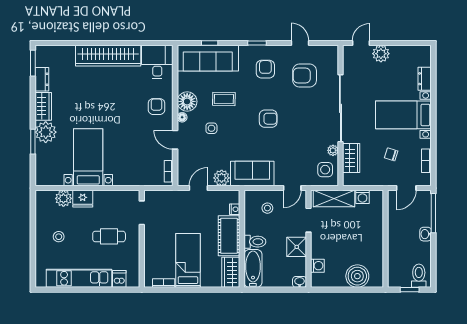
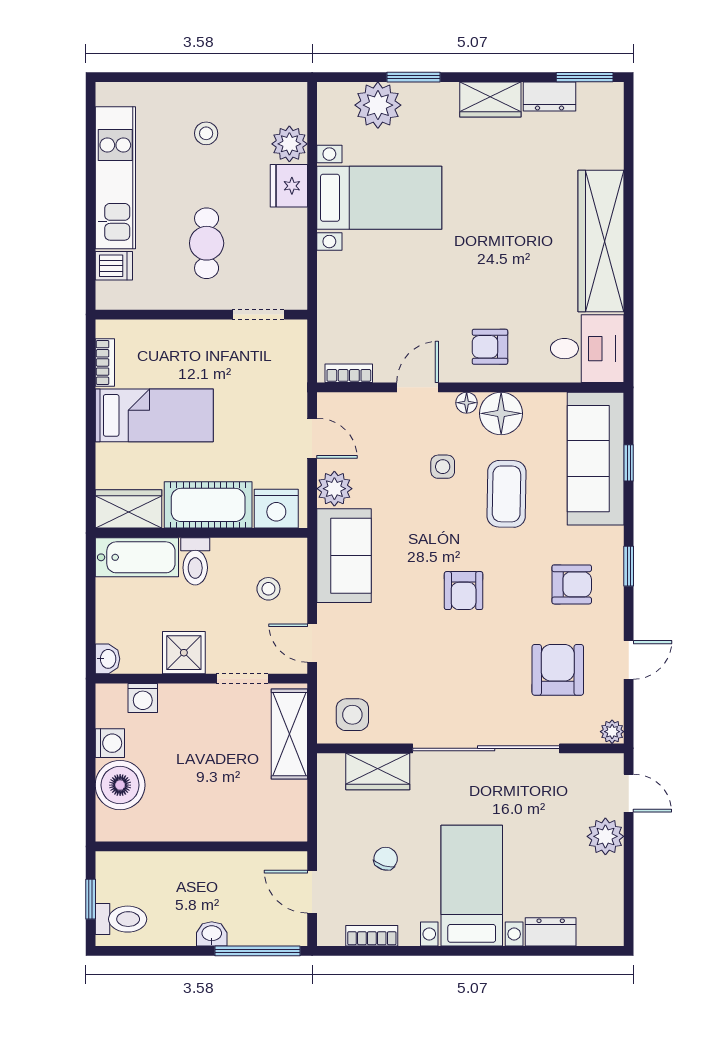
coffee table: (224, 99) -> (506, 494), width x1.36, depth x1.30
armchair: (156, 107) -> (490, 347), turned 180
plant: (46, 132) -> (378, 105), moved
plant: (333, 150) -> (612, 732), moved
washing machine: (363, 197) -> (110, 743), moved, turned 180
nightstand: (235, 209) -> (276, 509), width x1.89, depth x1.79

